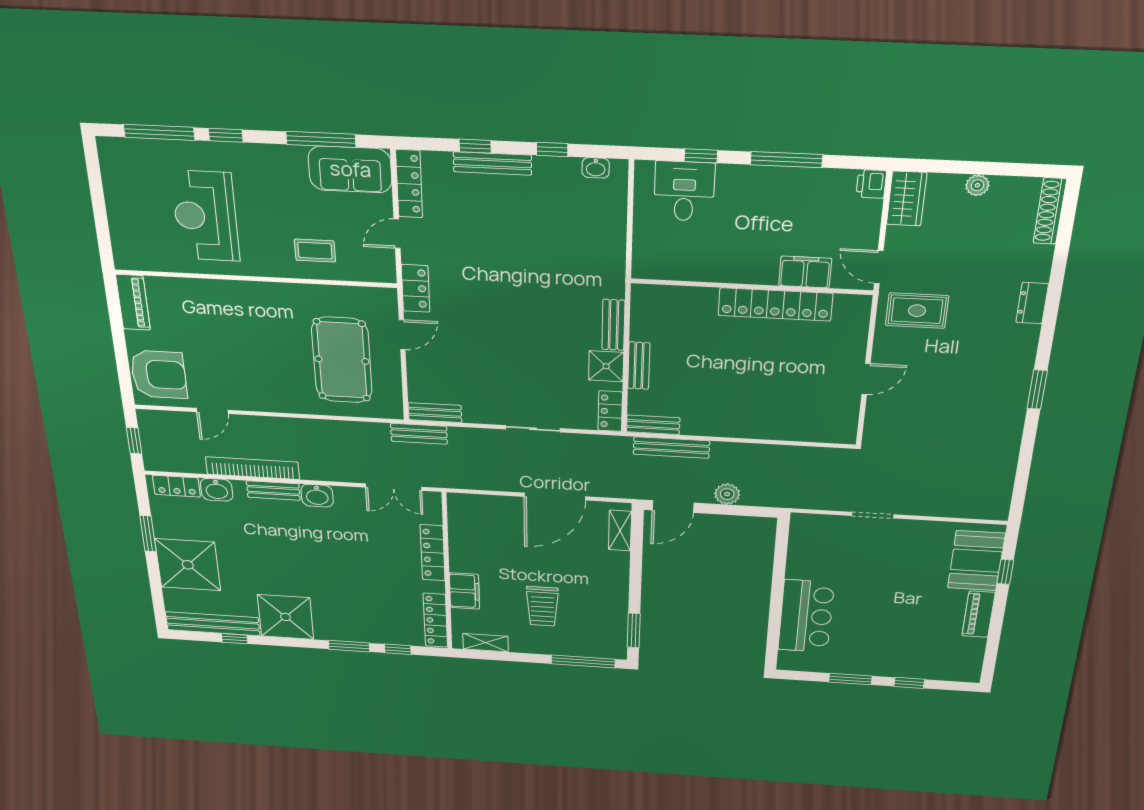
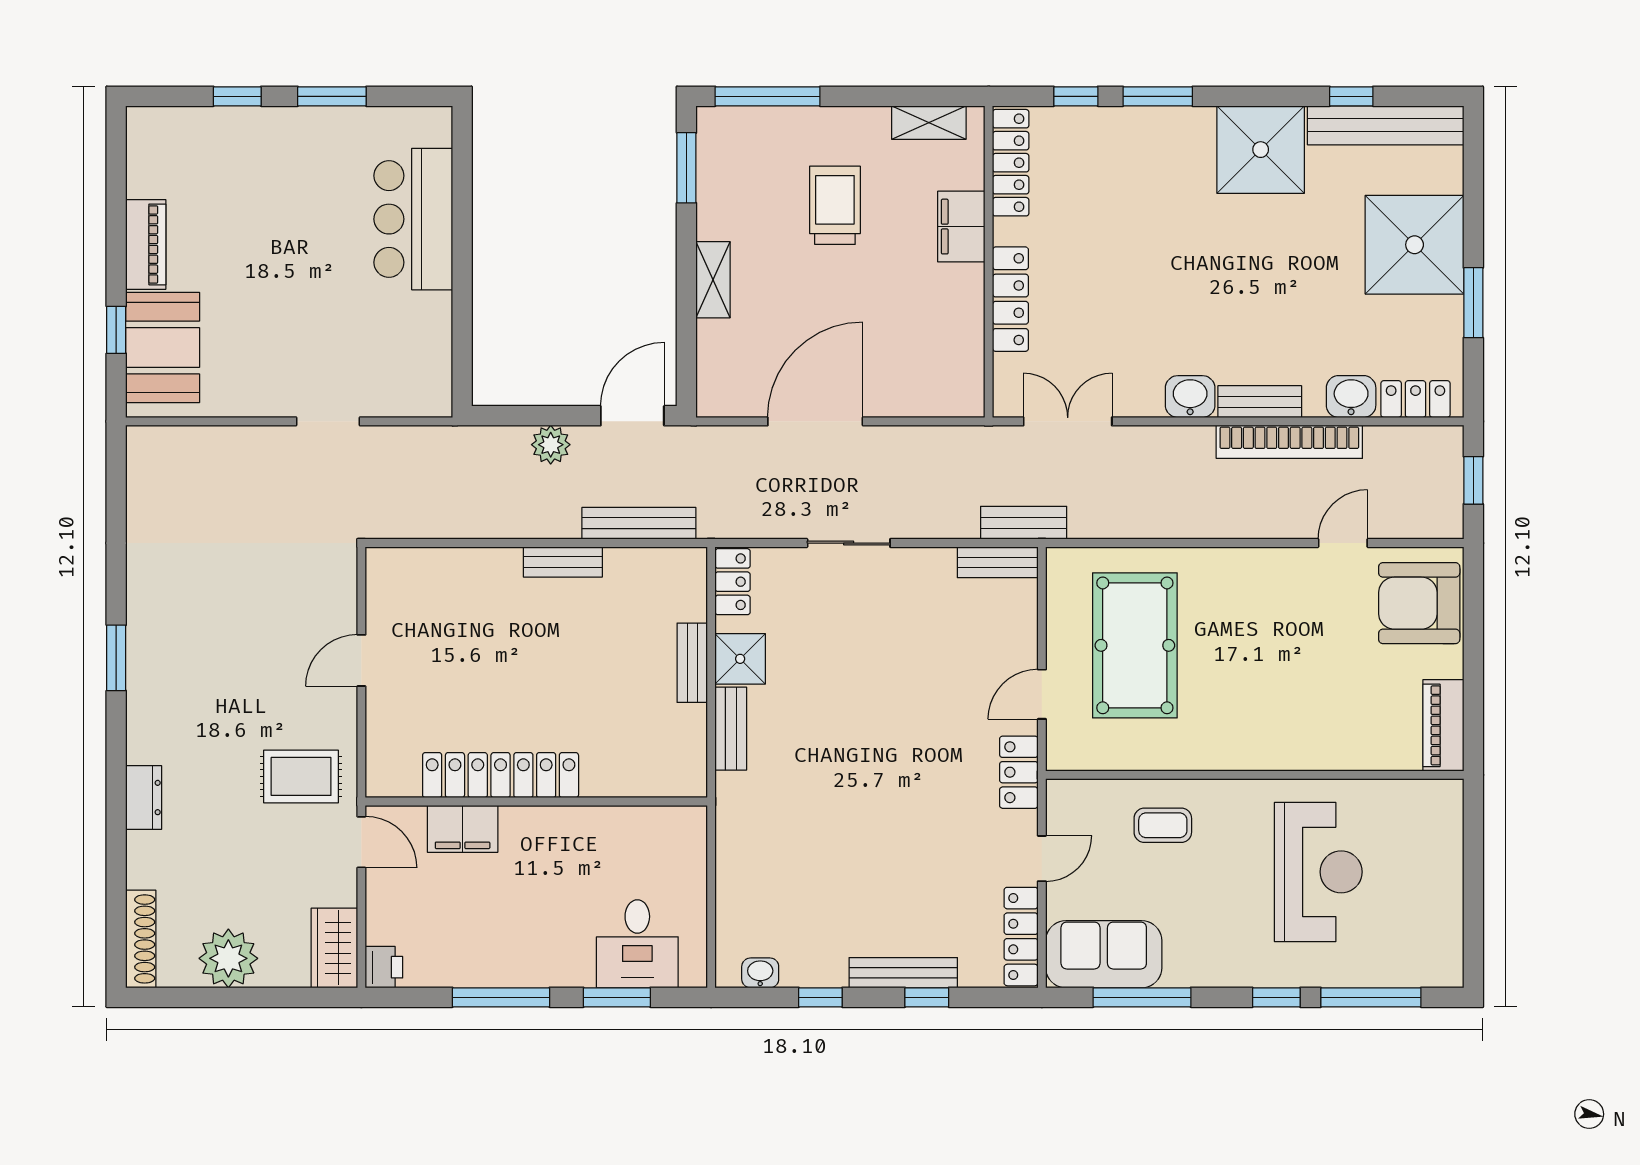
window: (701, 156) -> (617, 997), width x1.50
plant: (977, 185) -> (228, 958), width x1.88, depth x1.88
bench: (653, 425) -> (563, 562), moved
shelving: (620, 531) -> (713, 280), moved

